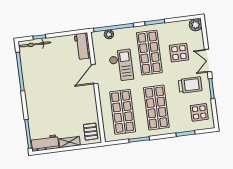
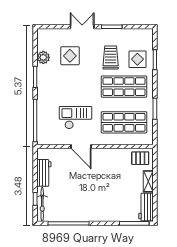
plant: (196, 25) -> (43, 57), moved
plant: (109, 34) -> (42, 126), removed
workbench: (82, 46) -> (44, 173), moved, turned -90
shop shelf: (149, 53) -> (66, 87), removed
double door: (208, 61) -> (82, 27), swing flipped
trolley: (190, 85) -> (111, 57), moved
display table: (199, 112) -> (137, 59), moved

